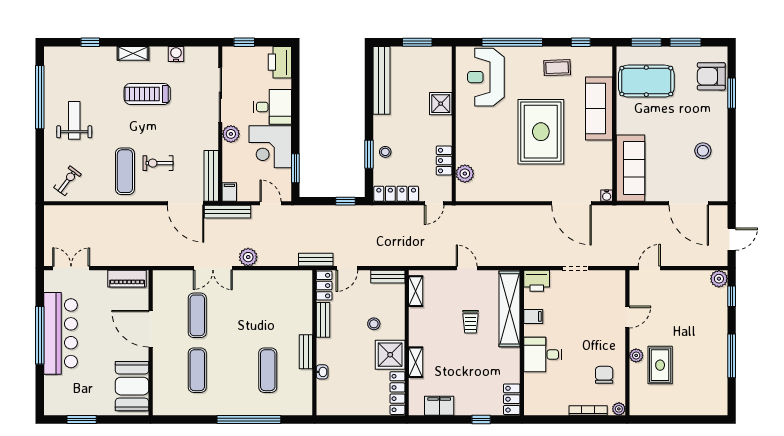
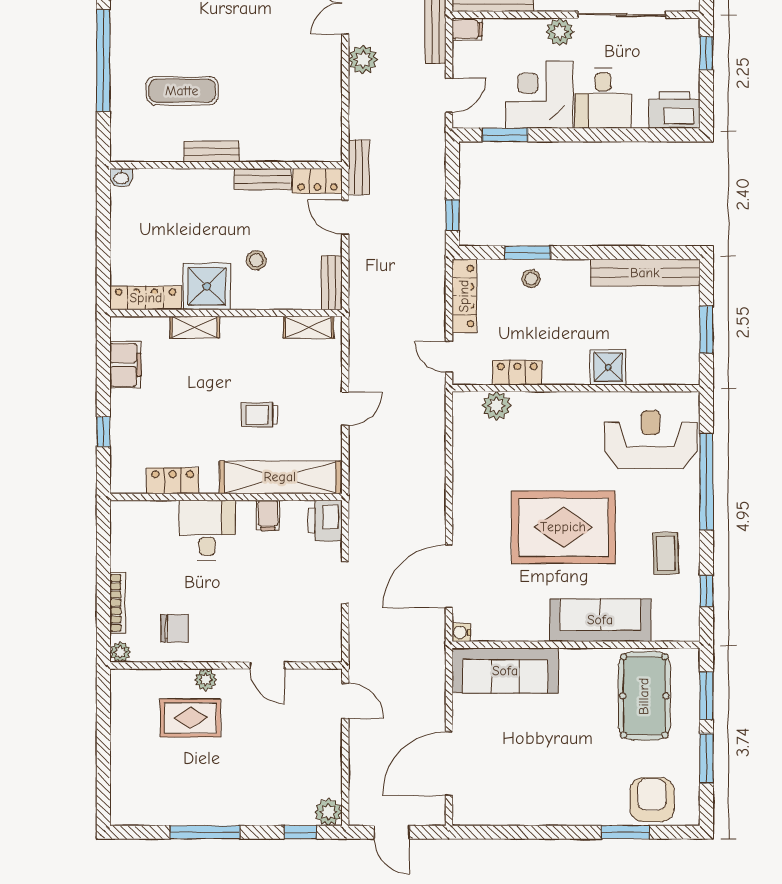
stool: (703, 151) -> (533, 786), removed
washbasin: (322, 372) -> (121, 178), moved
locker: (512, 399) -> (173, 481), moved

